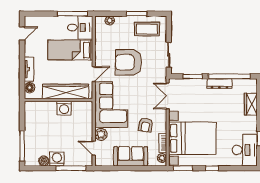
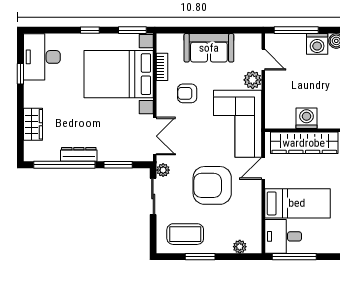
armchair: (129, 62) -> (212, 185), turned 180
armchair: (146, 125) -> (187, 93), turned -99
plant: (162, 158) -> (163, 170), moved

